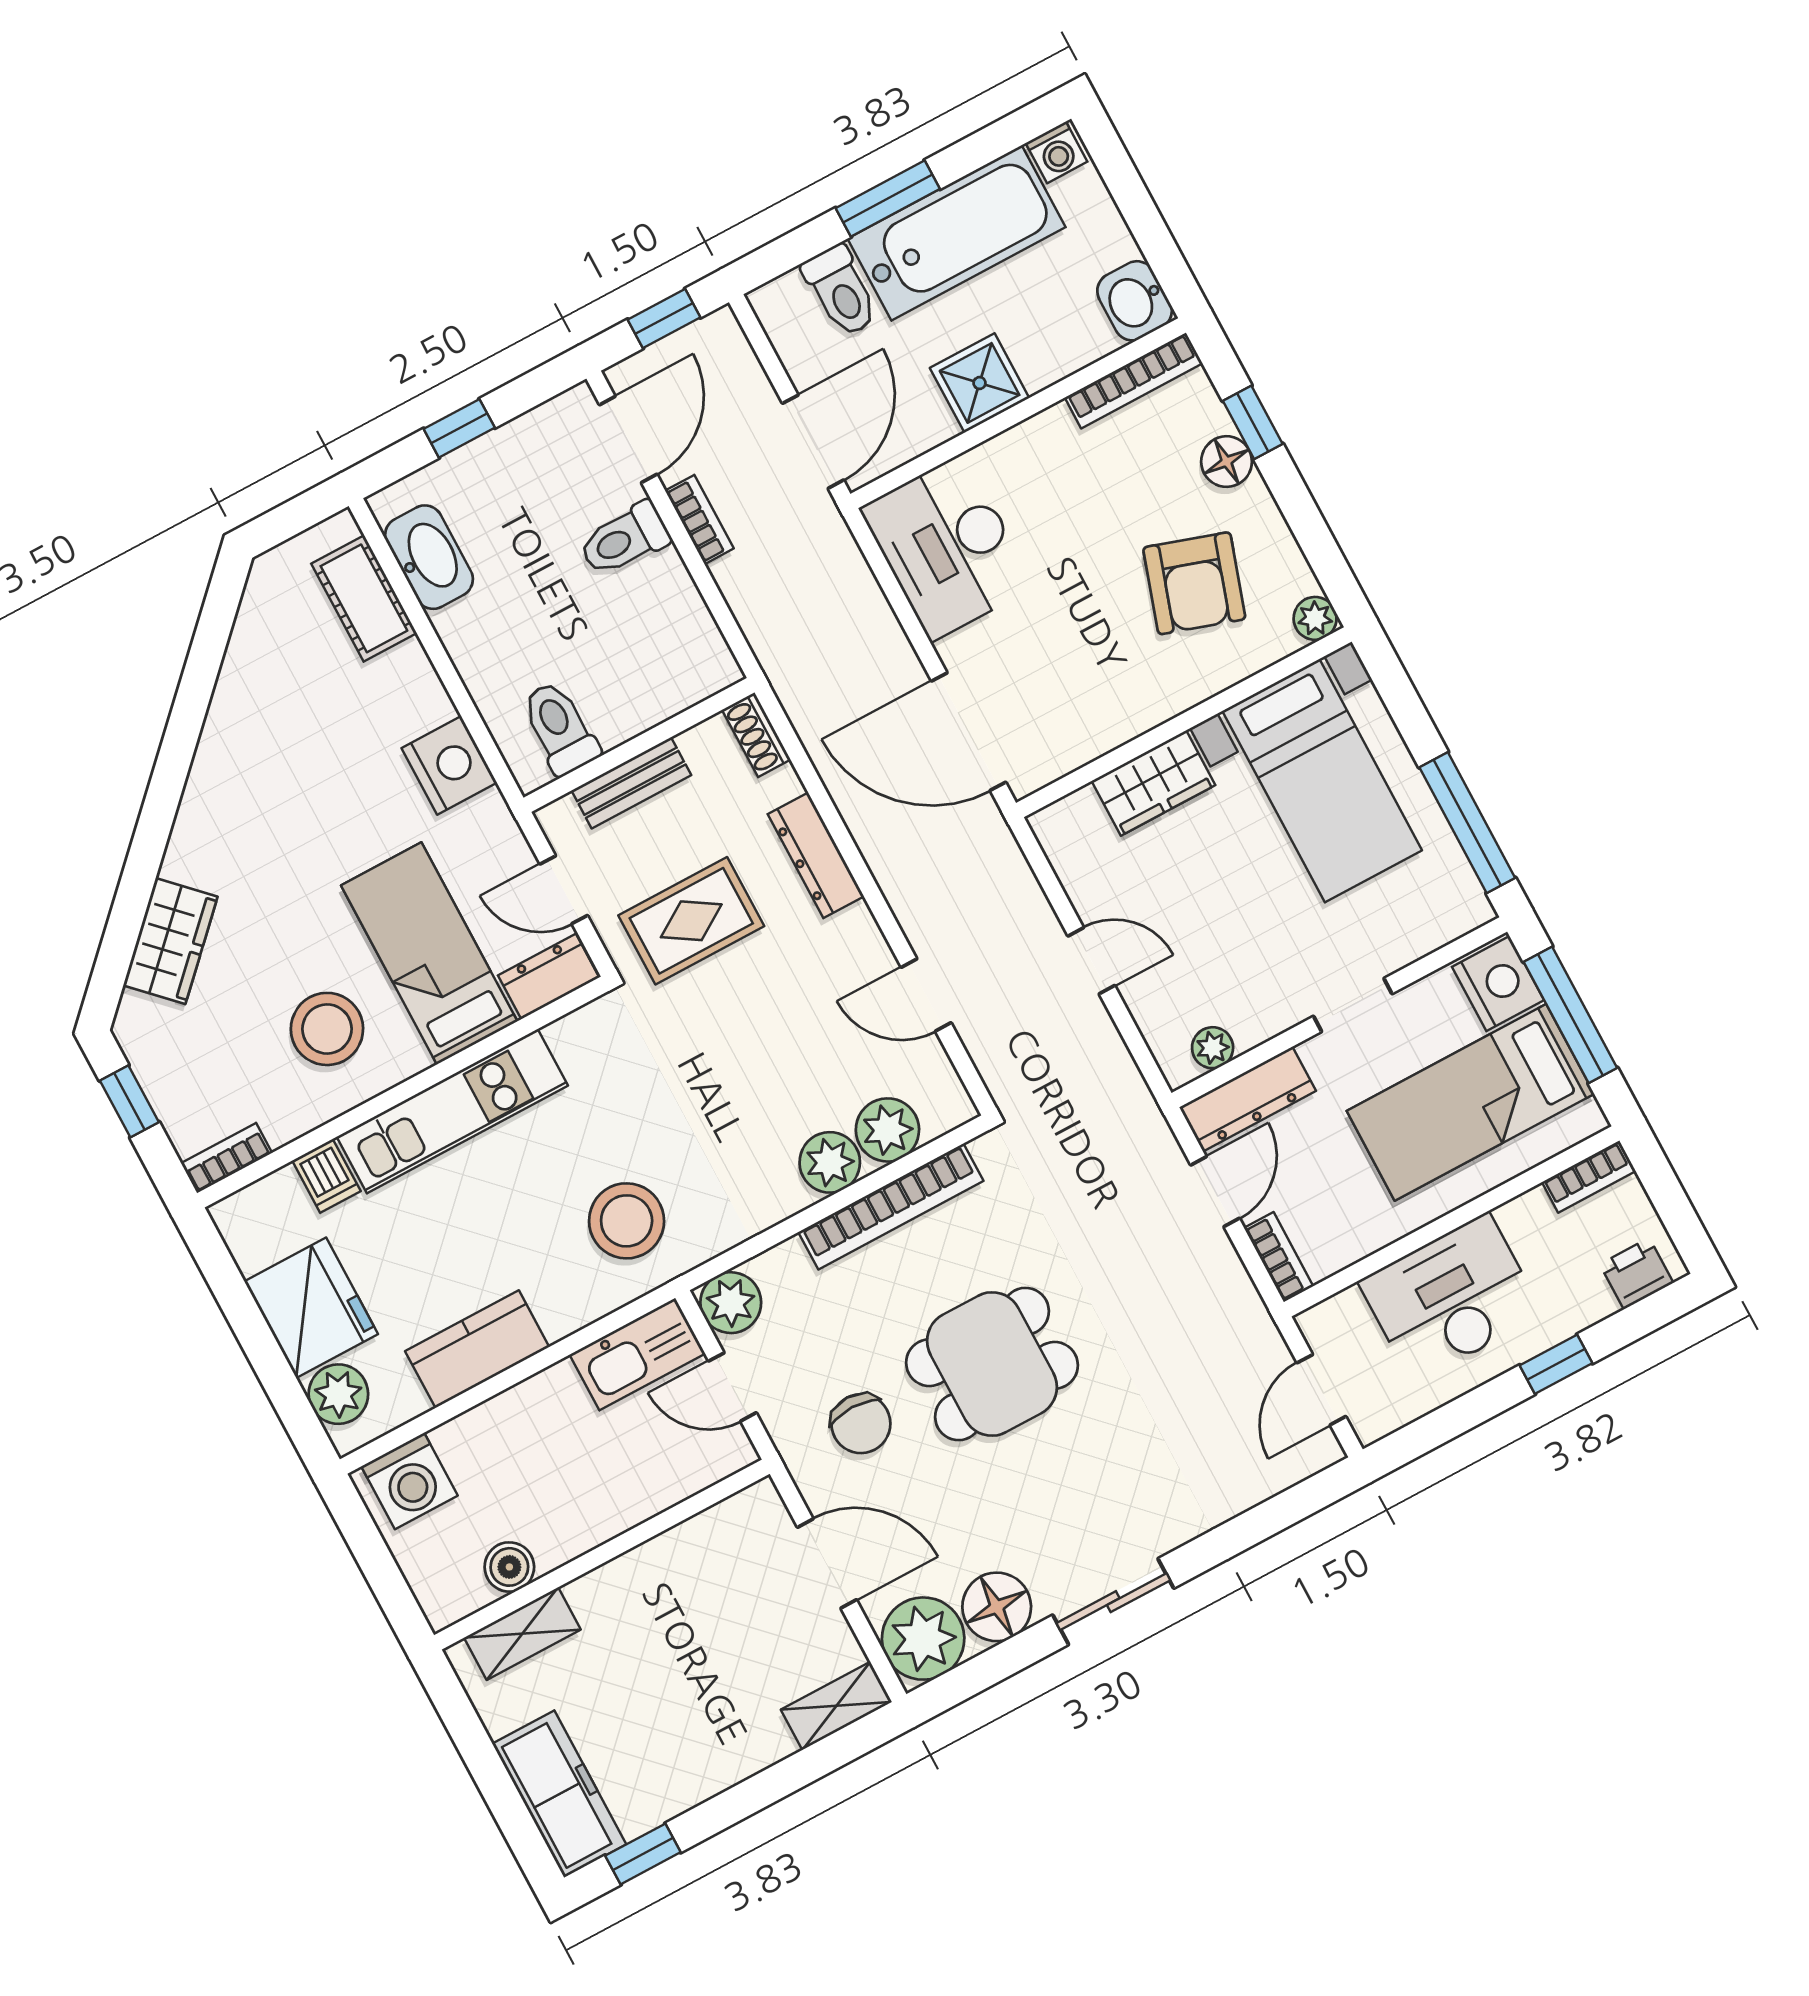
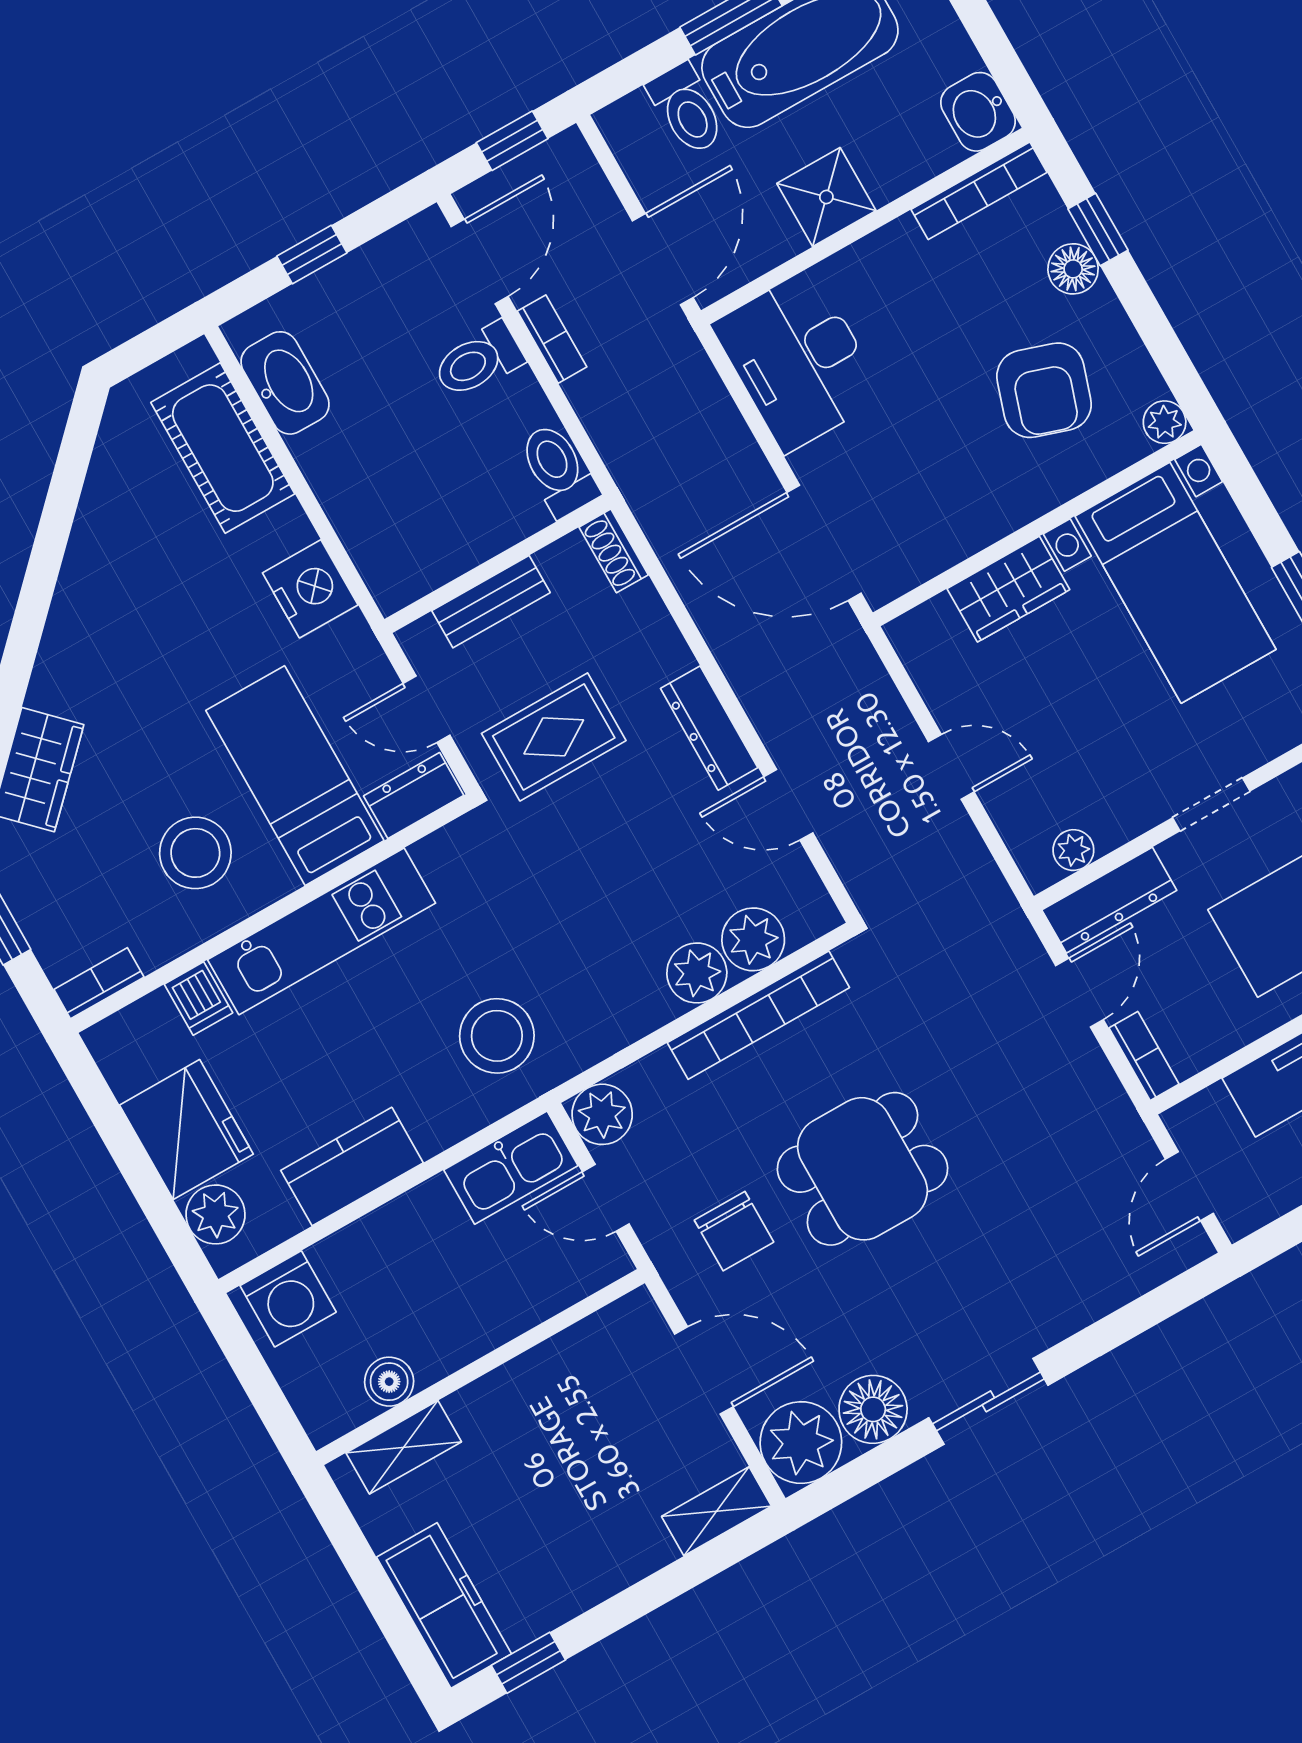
cot: (364, 598) -> (223, 448), width x1.37, depth x1.34
toilet: (560, 728) -> (558, 470), moved
dresser: (816, 855) -> (709, 728), moved

